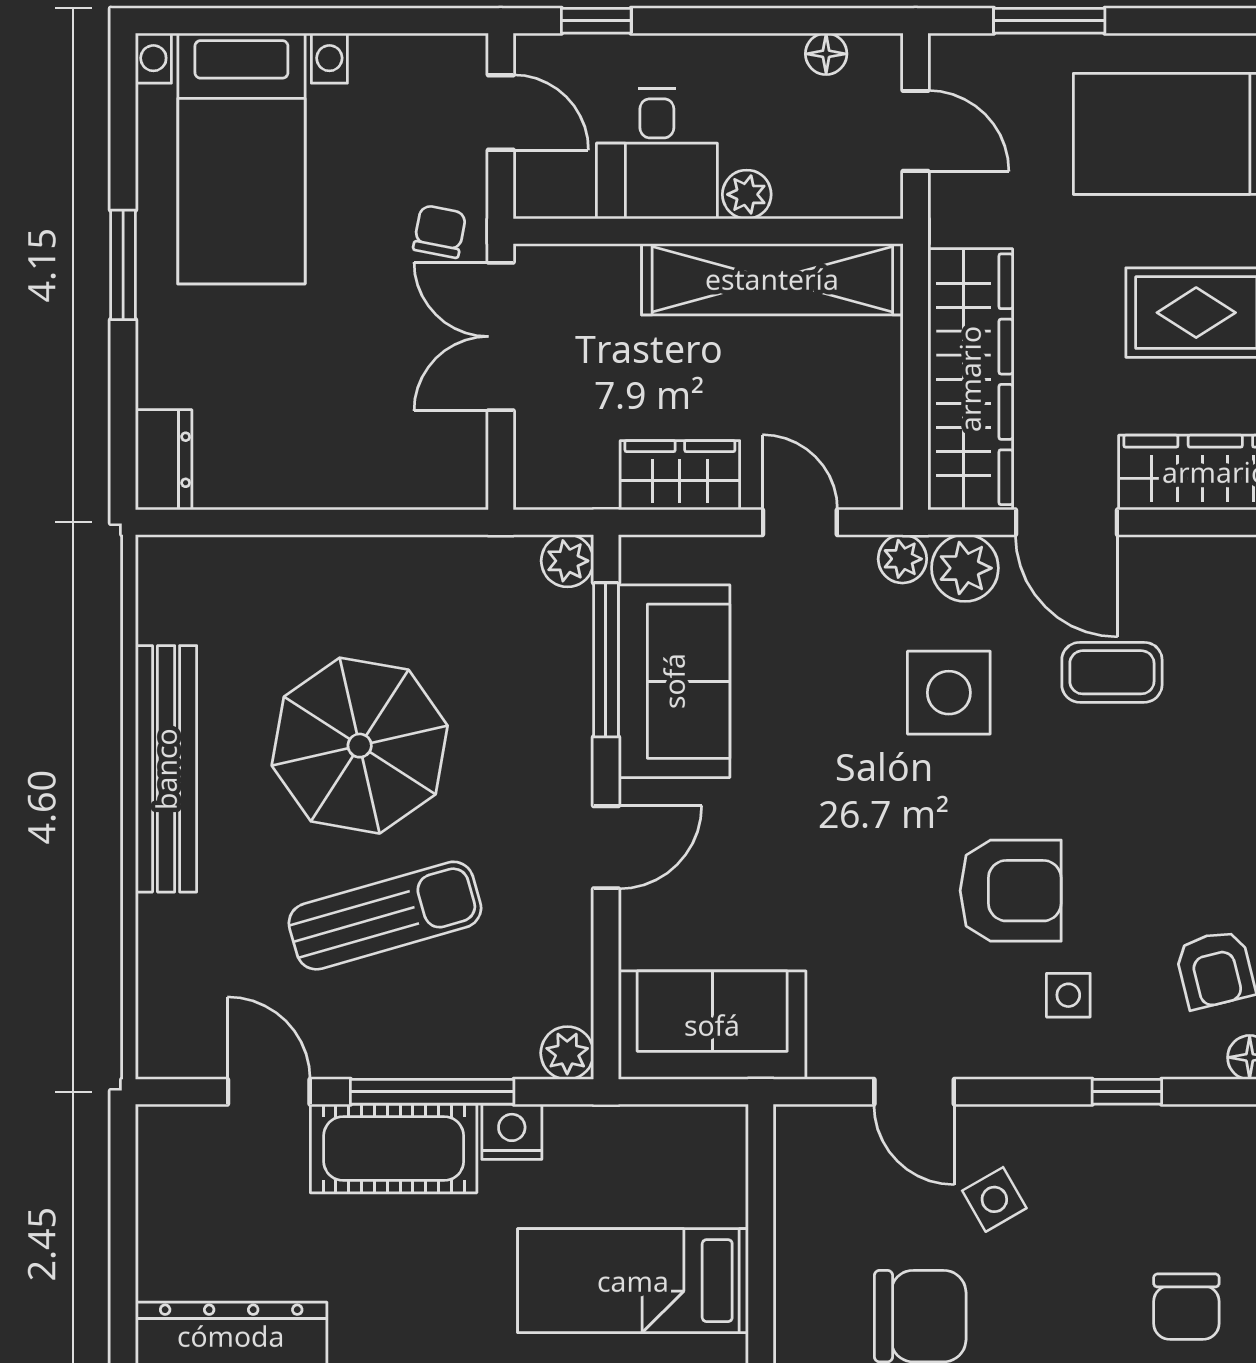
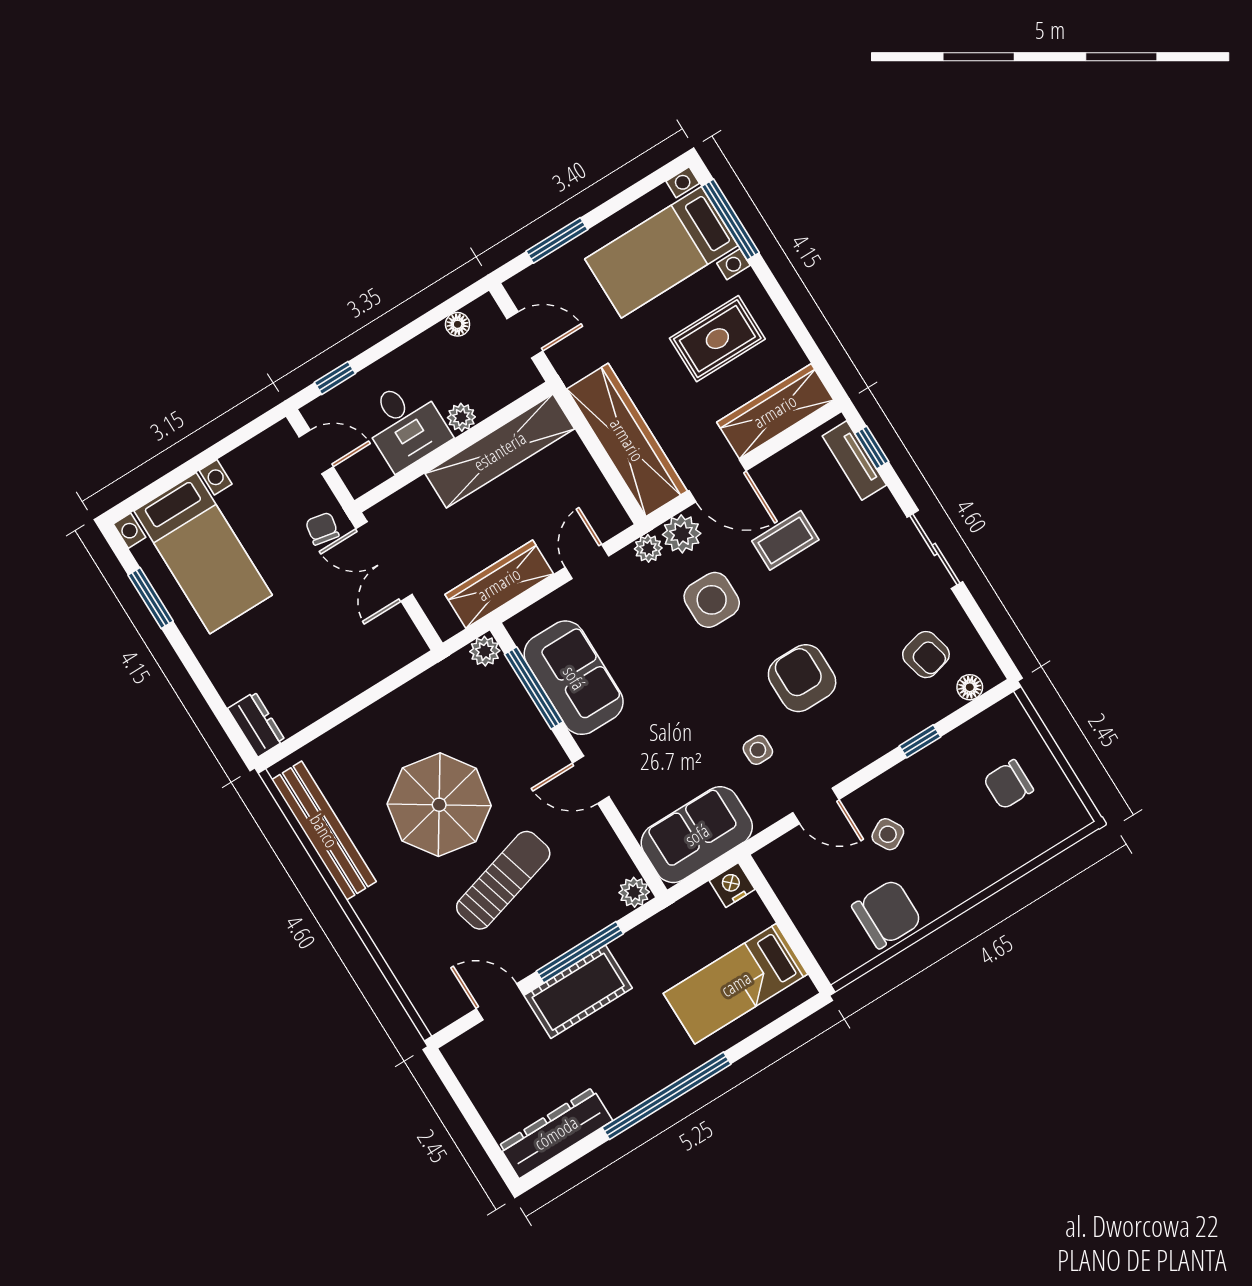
window: (123, 265) -> (151, 598), moved
wardrobe: (680, 475) -> (499, 584), width x1.50
door: (800, 522) -> (587, 562), hinge flipped
bench: (166, 769) -> (324, 831), moved
door: (606, 847) -> (591, 780), swing flipped
armchair: (1011, 891) -> (802, 678), turned -90
side table: (1068, 995) -> (758, 750), moved
nightstand: (512, 1132) -> (732, 885), moved
chair: (1186, 1307) -> (1008, 784), moved, turned 90

